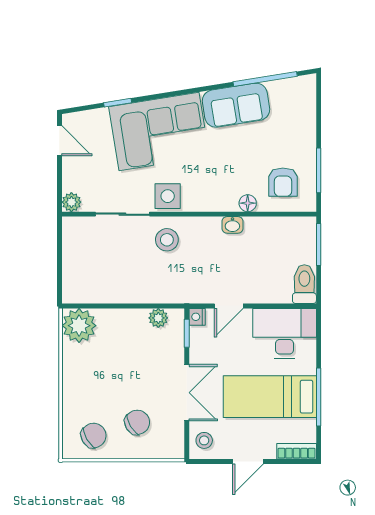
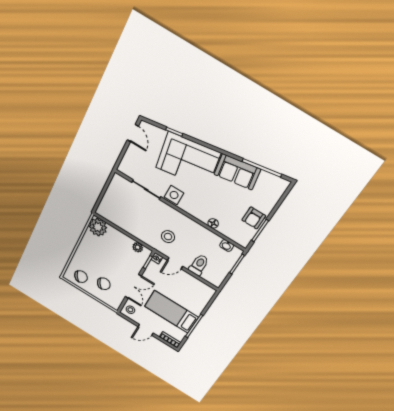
armchair: (283, 182) -> (254, 218), moved
plant: (71, 202) -> (123, 168), removed
washbasin: (232, 225) -> (227, 246), moved
stool: (167, 240) -> (168, 237), moved
toilet: (304, 284) -> (199, 265), moved
desk: (285, 333) -> (195, 291), removed

